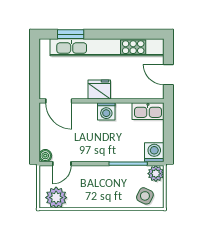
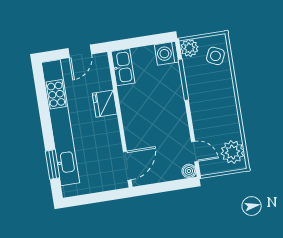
fridge: (99, 90) -> (105, 104), moved
washing machine: (106, 111) -> (130, 112), removed

